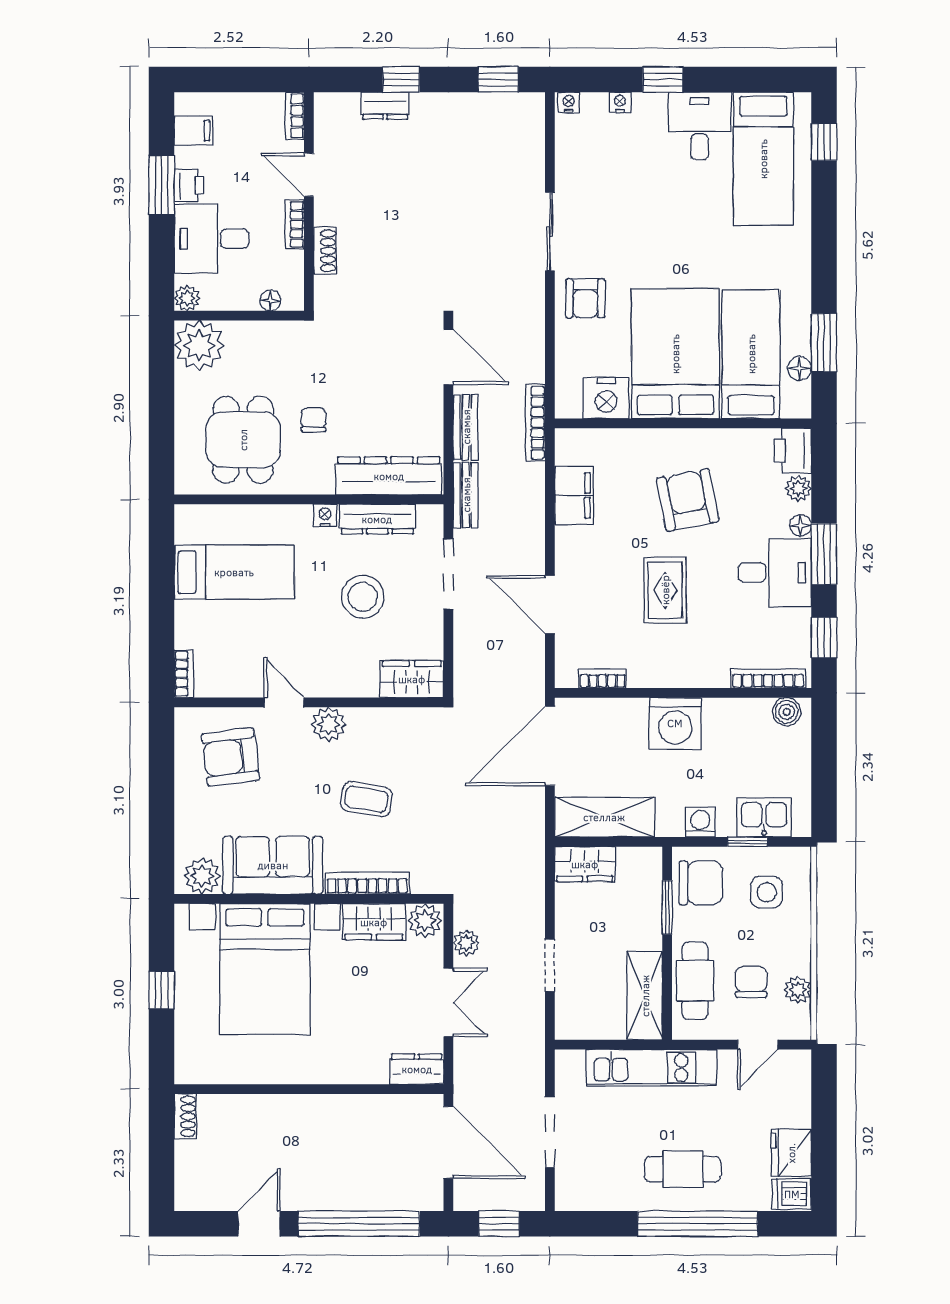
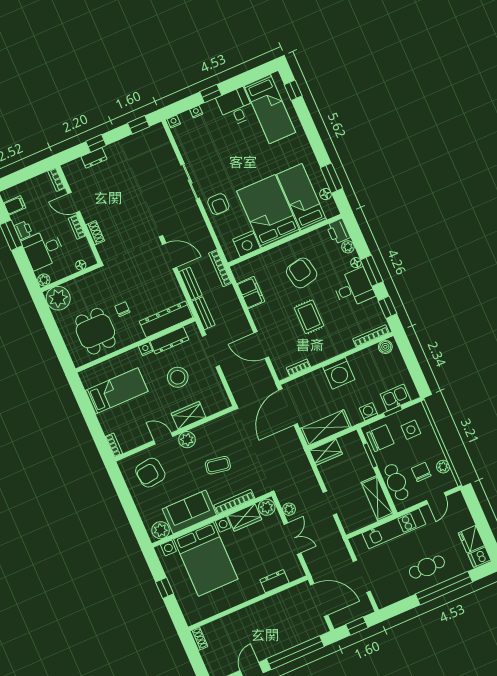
wardrobe: (412, 679) -> (189, 415), moved
dresser: (417, 1069) -> (274, 581), moved

